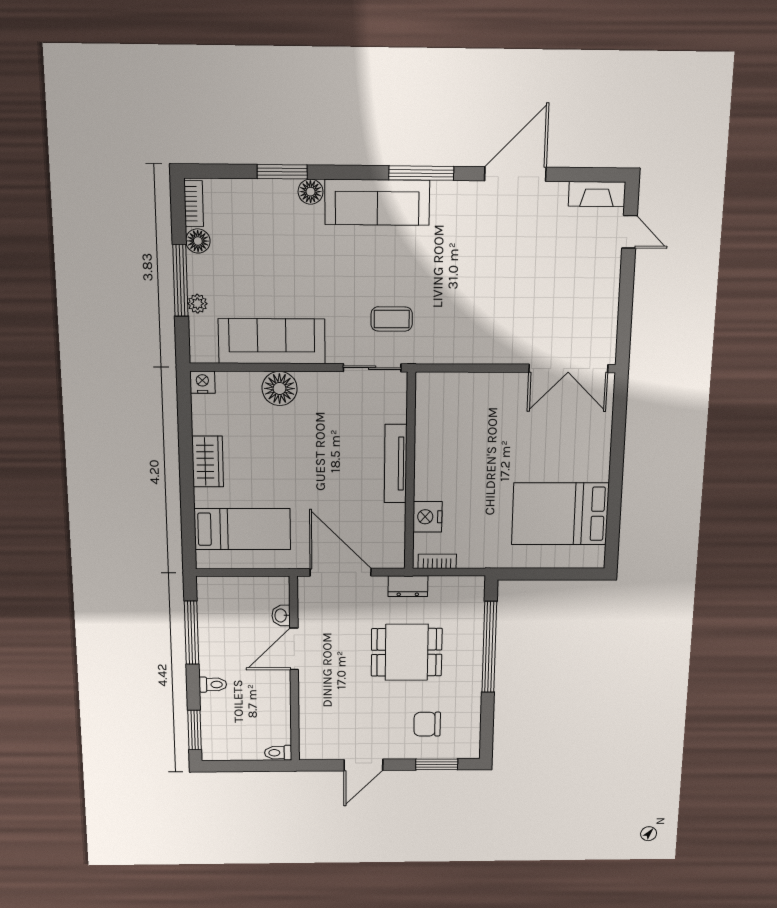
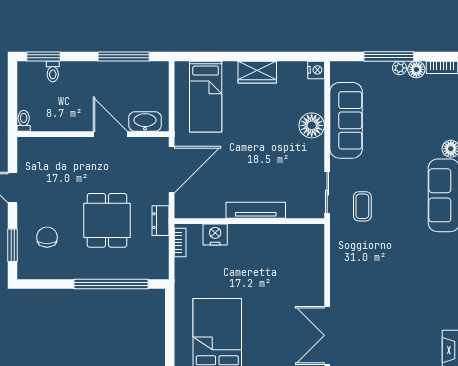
plant: (197, 304) -> (399, 68), moved
washbasin: (281, 615) -> (145, 121), width x1.91, depth x1.45
toilet: (213, 685) -> (53, 71), moved

